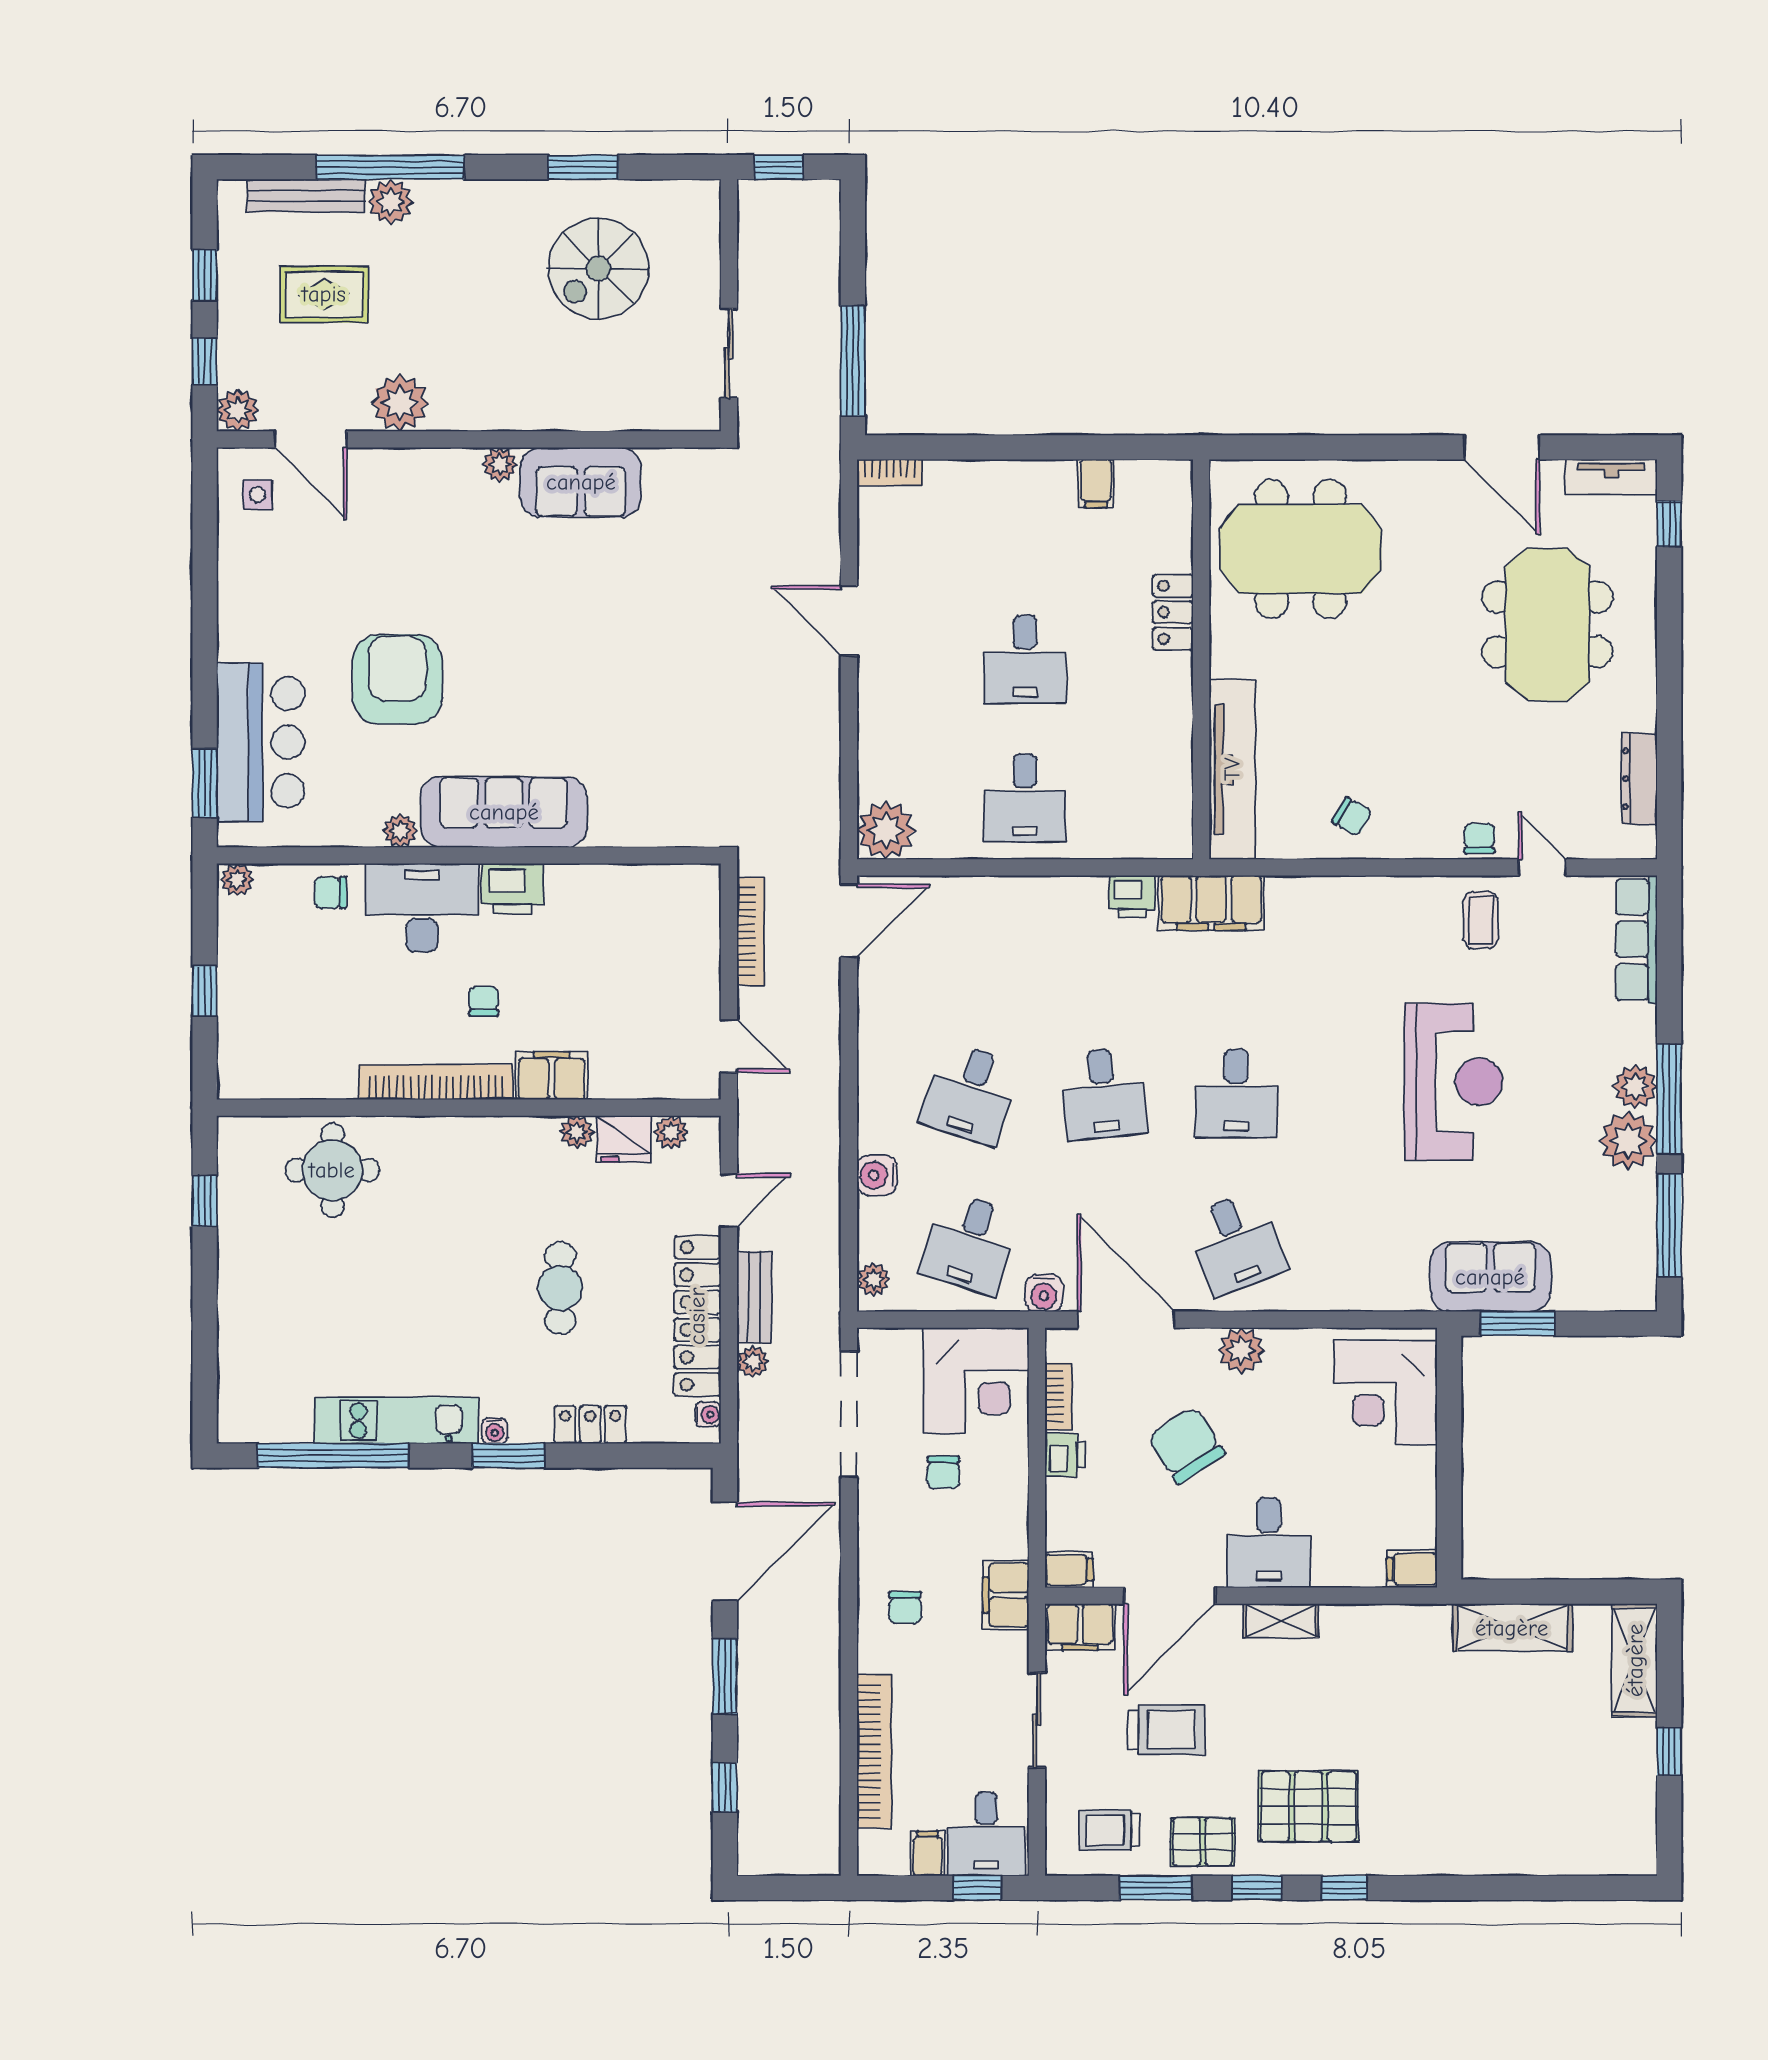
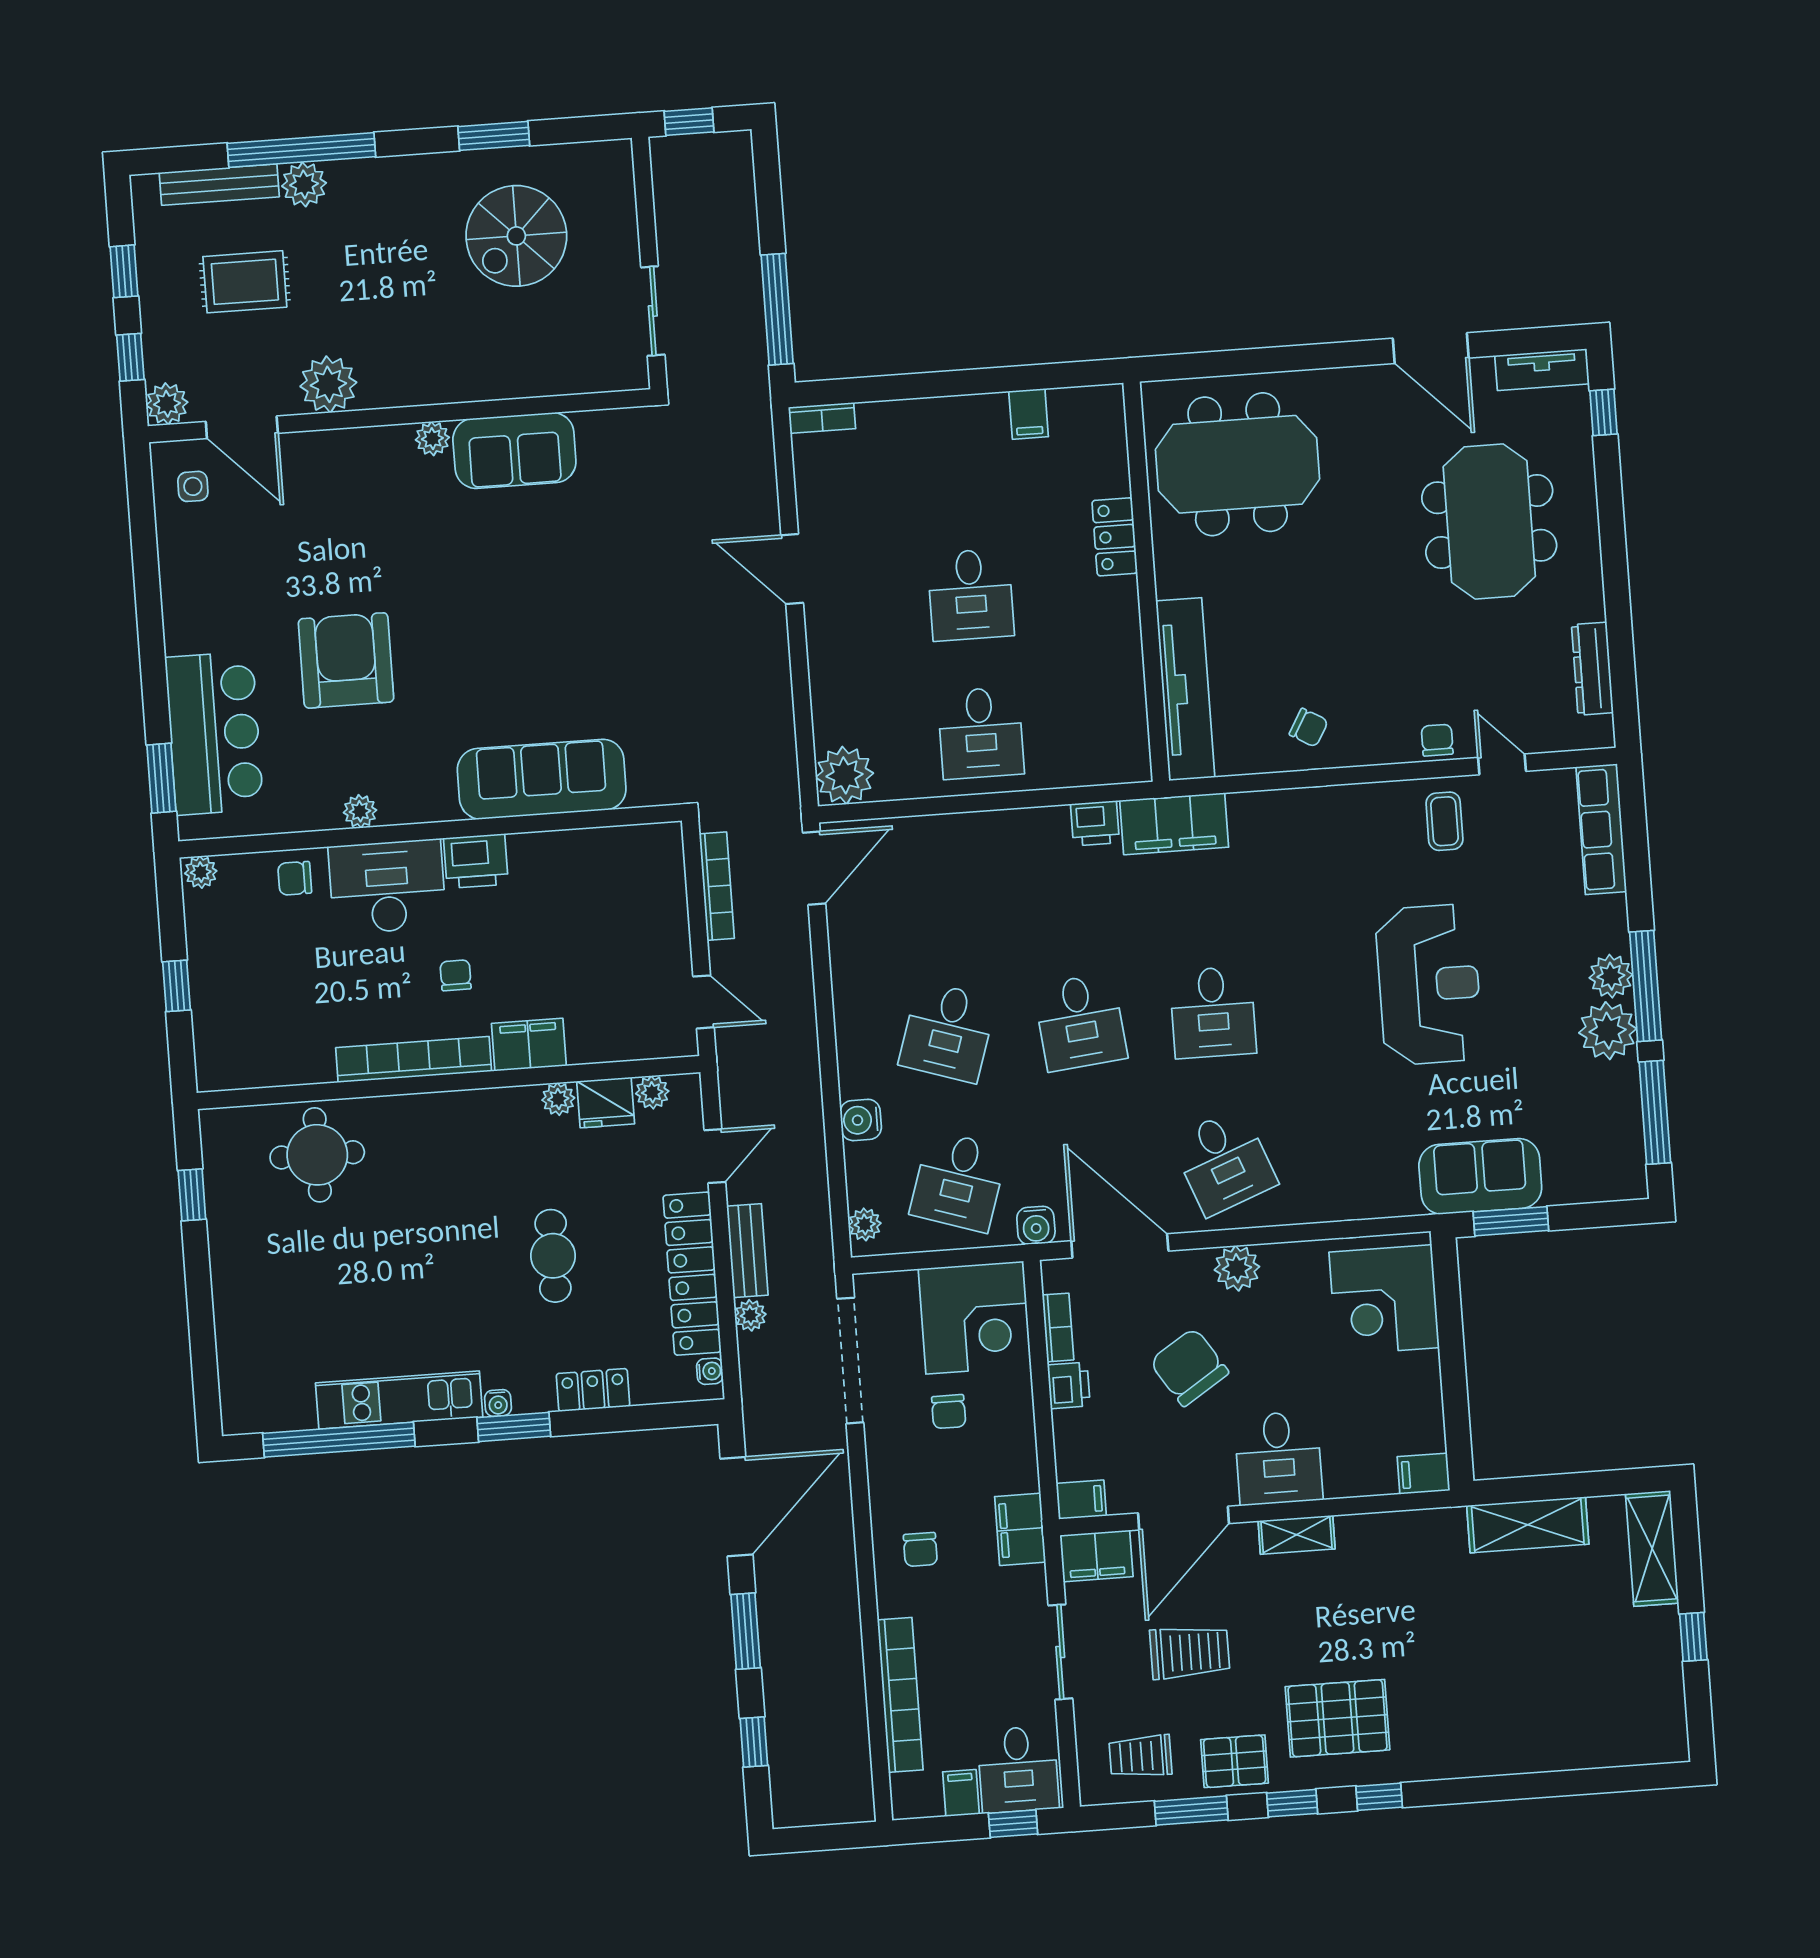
sofa: (504, 812) -> (542, 779), moved

